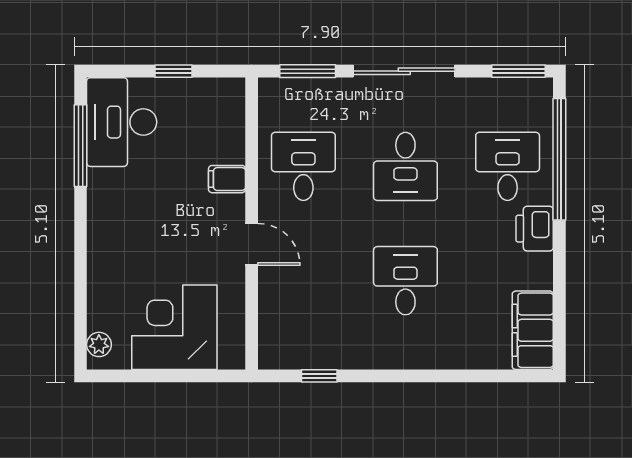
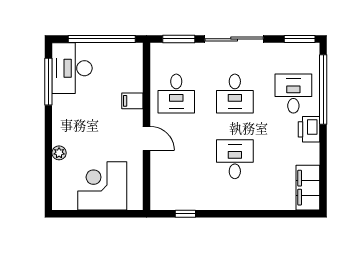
window: (173, 71) -> (102, 39), width x3.17
desk: (303, 166) -> (176, 94), turned 180
plant: (99, 344) -> (59, 153), moved

